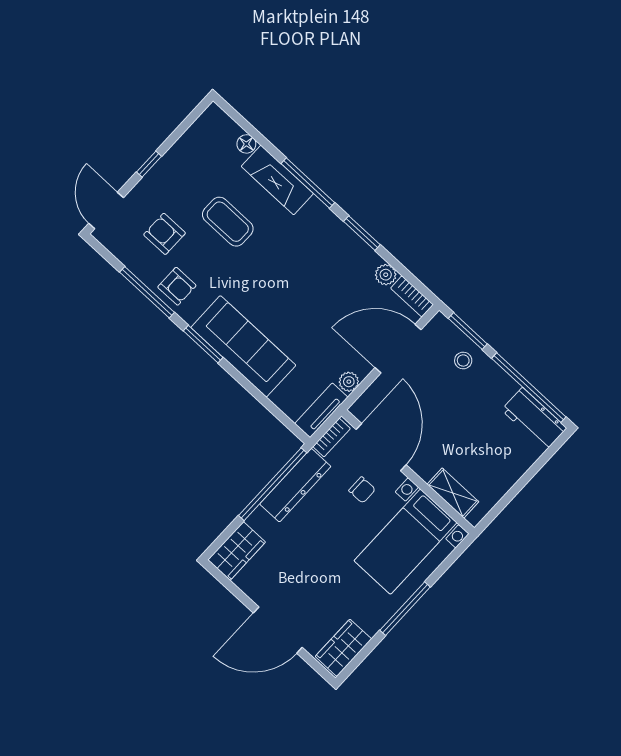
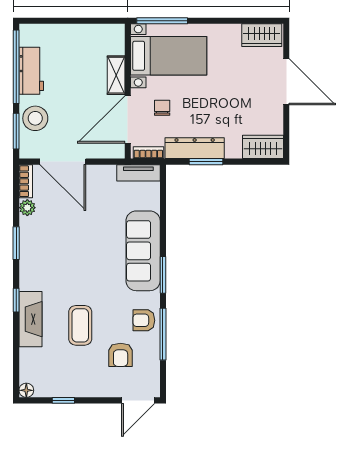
floor lamp: (246, 144) -> (26, 390), moved
window: (149, 164) -> (63, 400), moved
window: (308, 183) -> (16, 300), width x0.46
armchair: (177, 286) -> (144, 320), turned -90
stool: (463, 361) -> (35, 118), width x1.89, depth x1.89
plant: (349, 382) -> (108, 172), removed
workbench: (534, 419) -> (31, 71), moved
window: (273, 484) -> (206, 162), width x0.47
shelving: (453, 493) -> (116, 75), moved
window: (405, 609) -> (162, 21), moved

